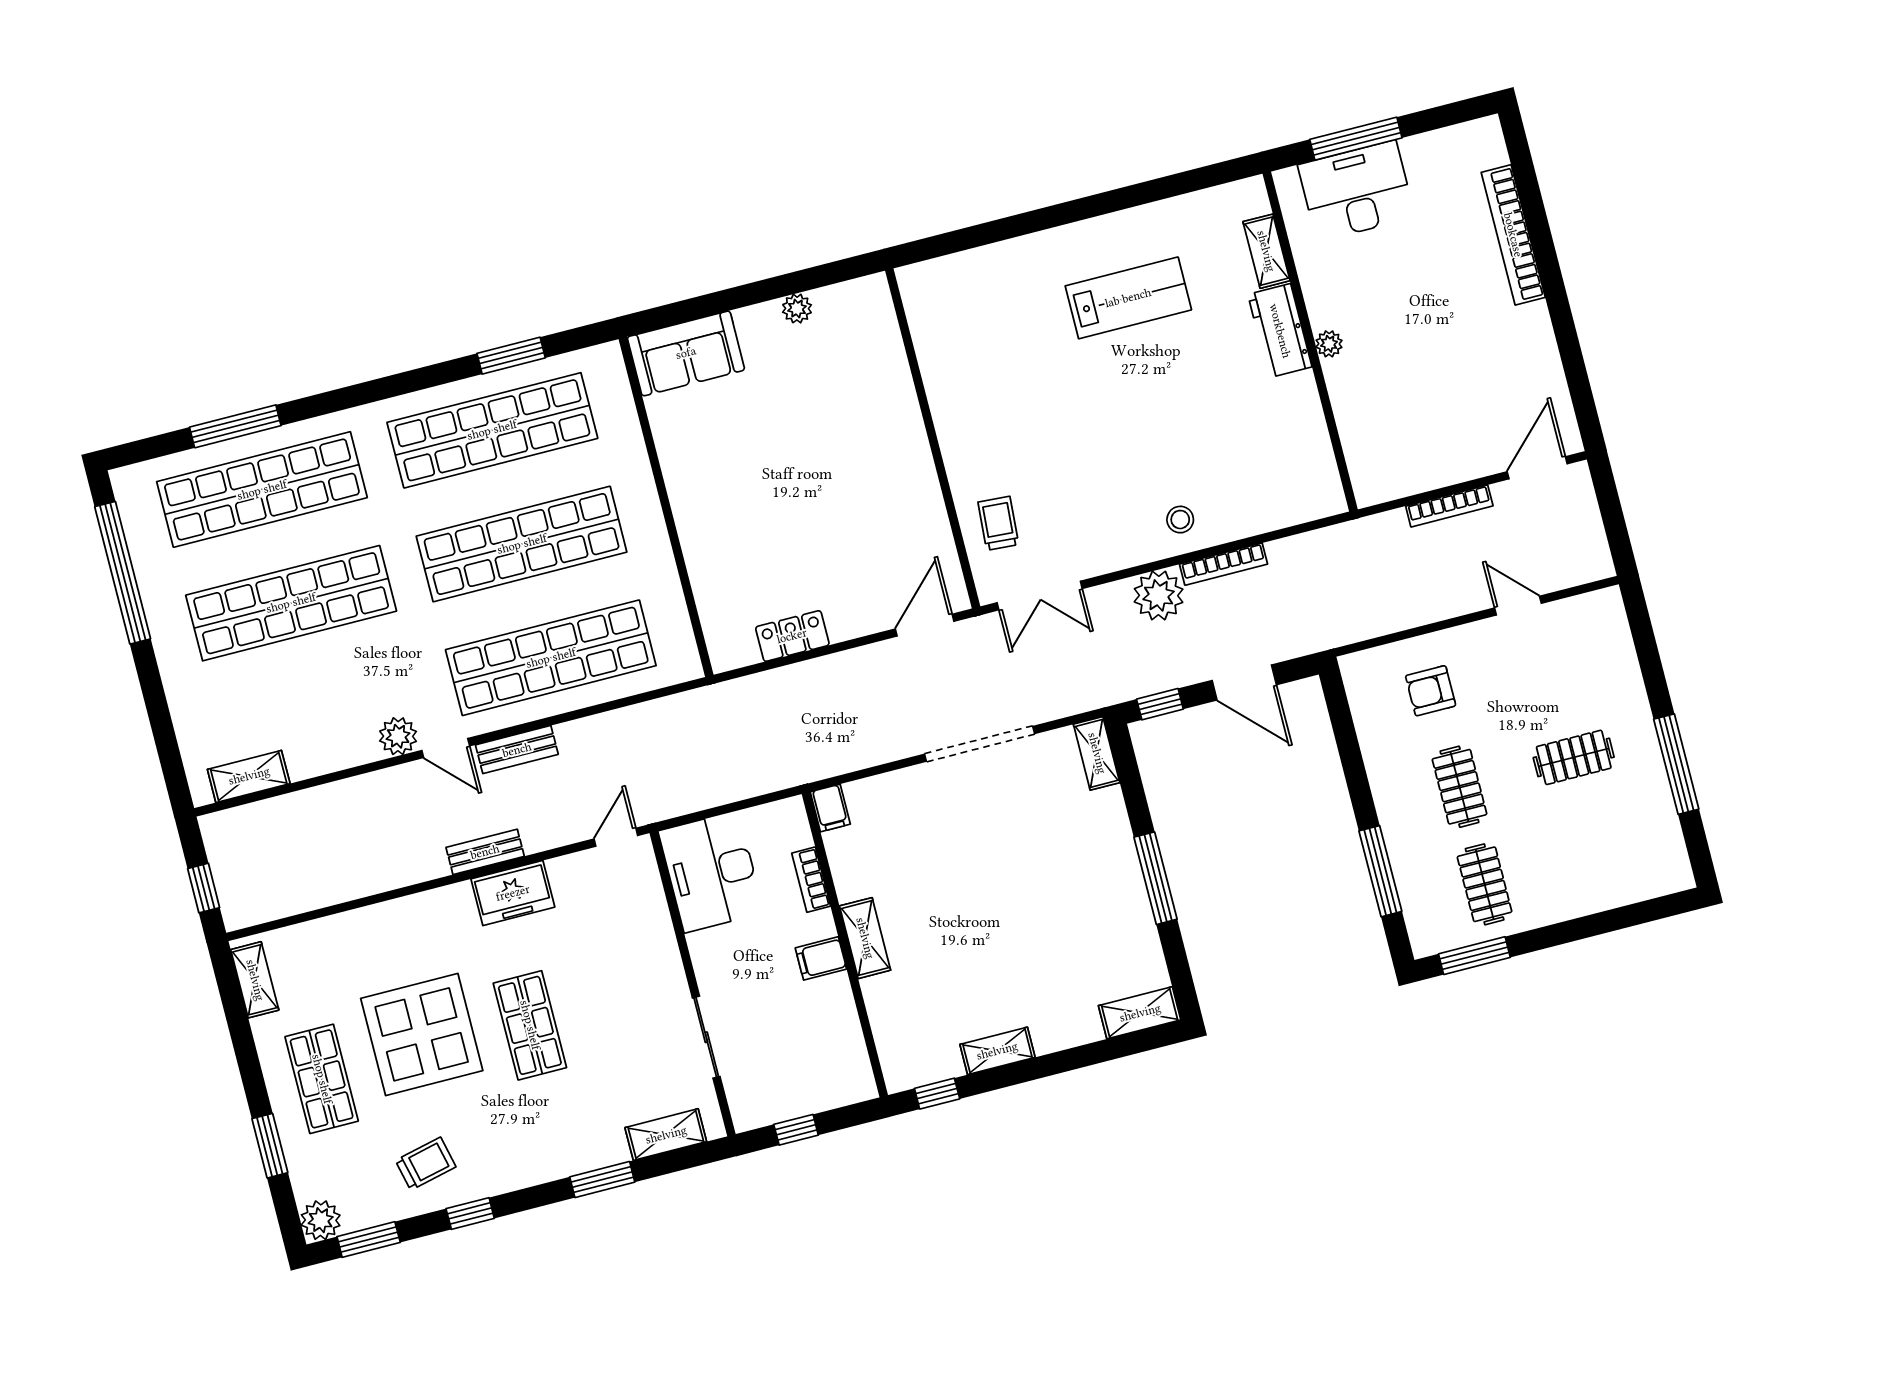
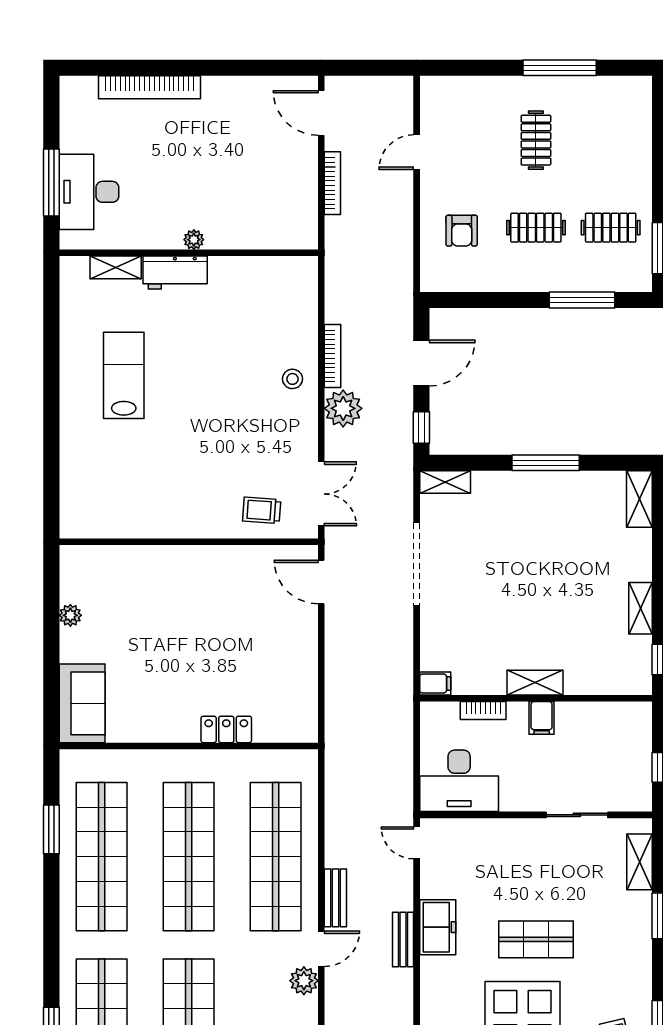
locker: (792, 636) -> (226, 729), moved, turned 90

